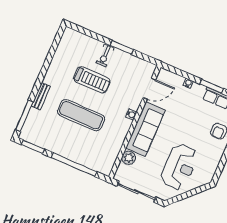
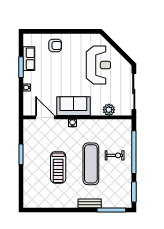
exercise bike: (105, 55) -> (115, 155), moved
treadmill: (92, 80) -> (58, 167), turned 180
sofa: (145, 129) -> (73, 106), width x0.73
reception desk: (179, 167) -> (98, 65), turned 90

